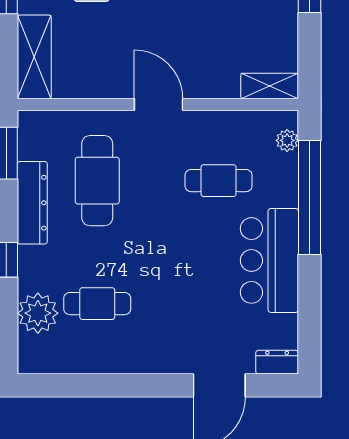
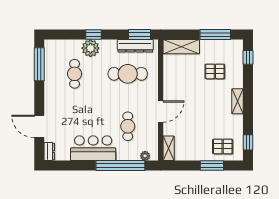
door: (159, 105) -> (161, 112), moved
dresser: (32, 203) -> (135, 46), moved
plant: (38, 313) -> (90, 48), moved
window: (75, 385) -> (39, 64), added

